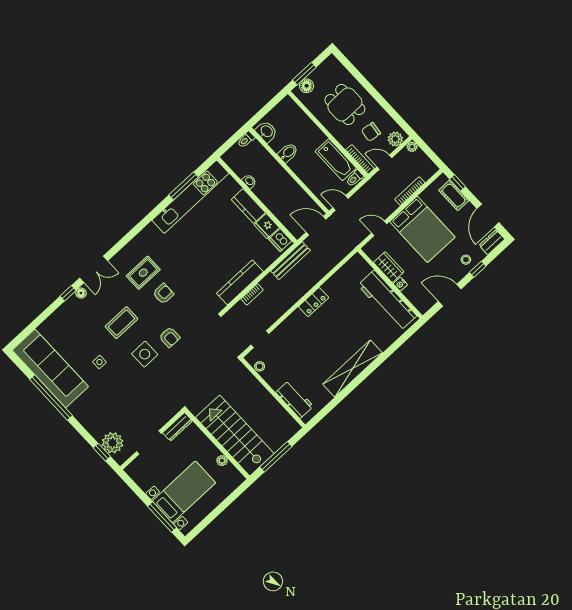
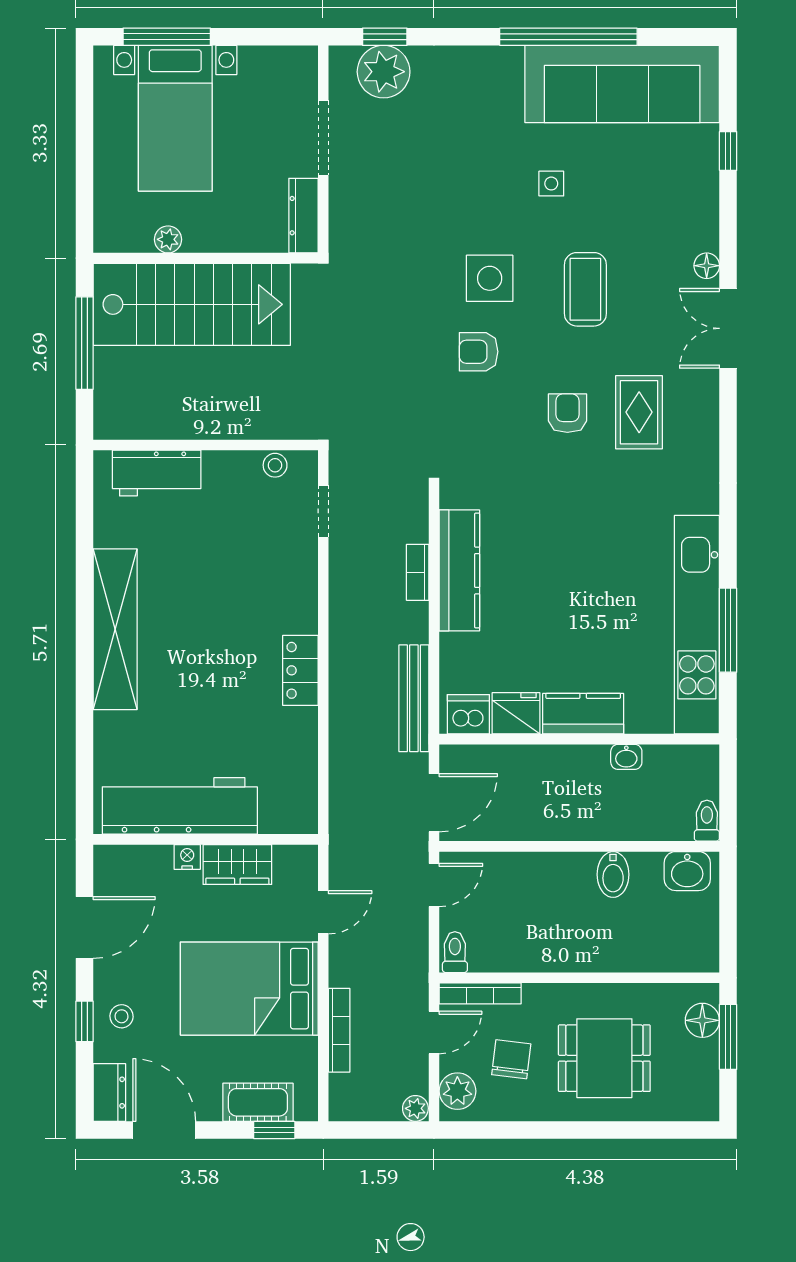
bathtub: (336, 160) -> (520, 949), removed
window: (68, 293) -> (728, 151), moved
armchair: (163, 294) -> (567, 413), turned 180

